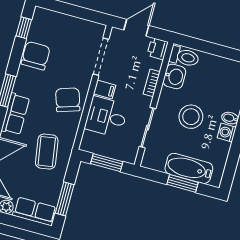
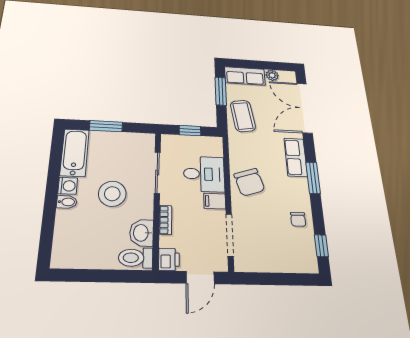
chair: (36, 56) -> (298, 219), width x0.54, depth x0.54
coffee table: (47, 152) -> (243, 116), moved
window: (107, 163) -> (190, 131), width x0.67
bathtub: (189, 168) -> (75, 152), moved, turned -90

